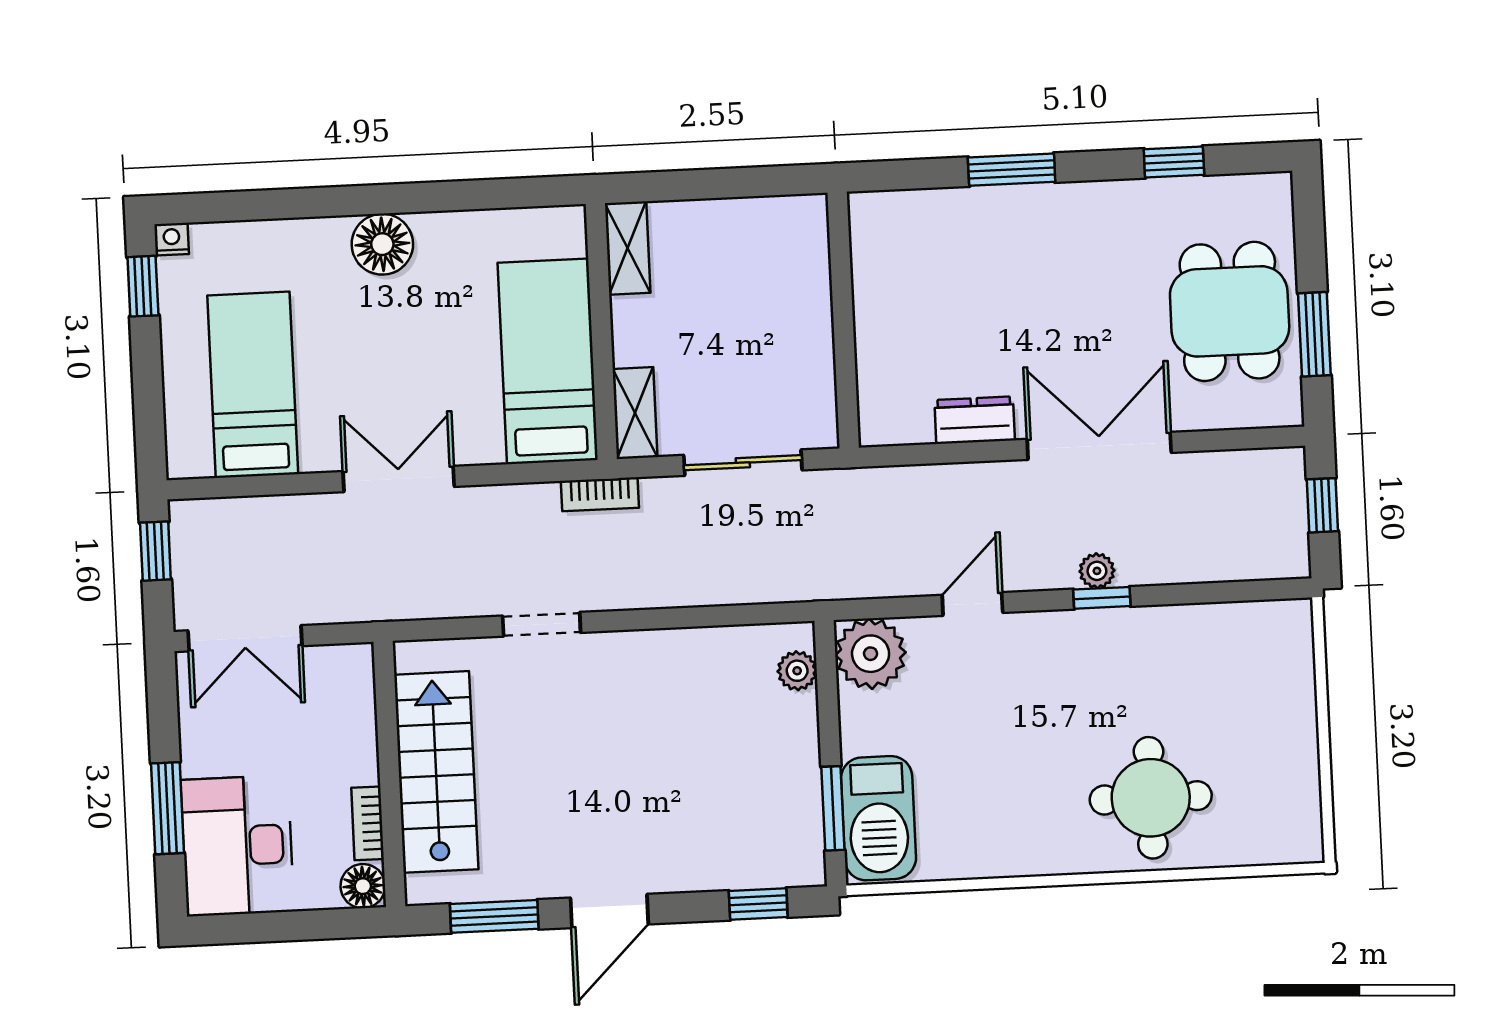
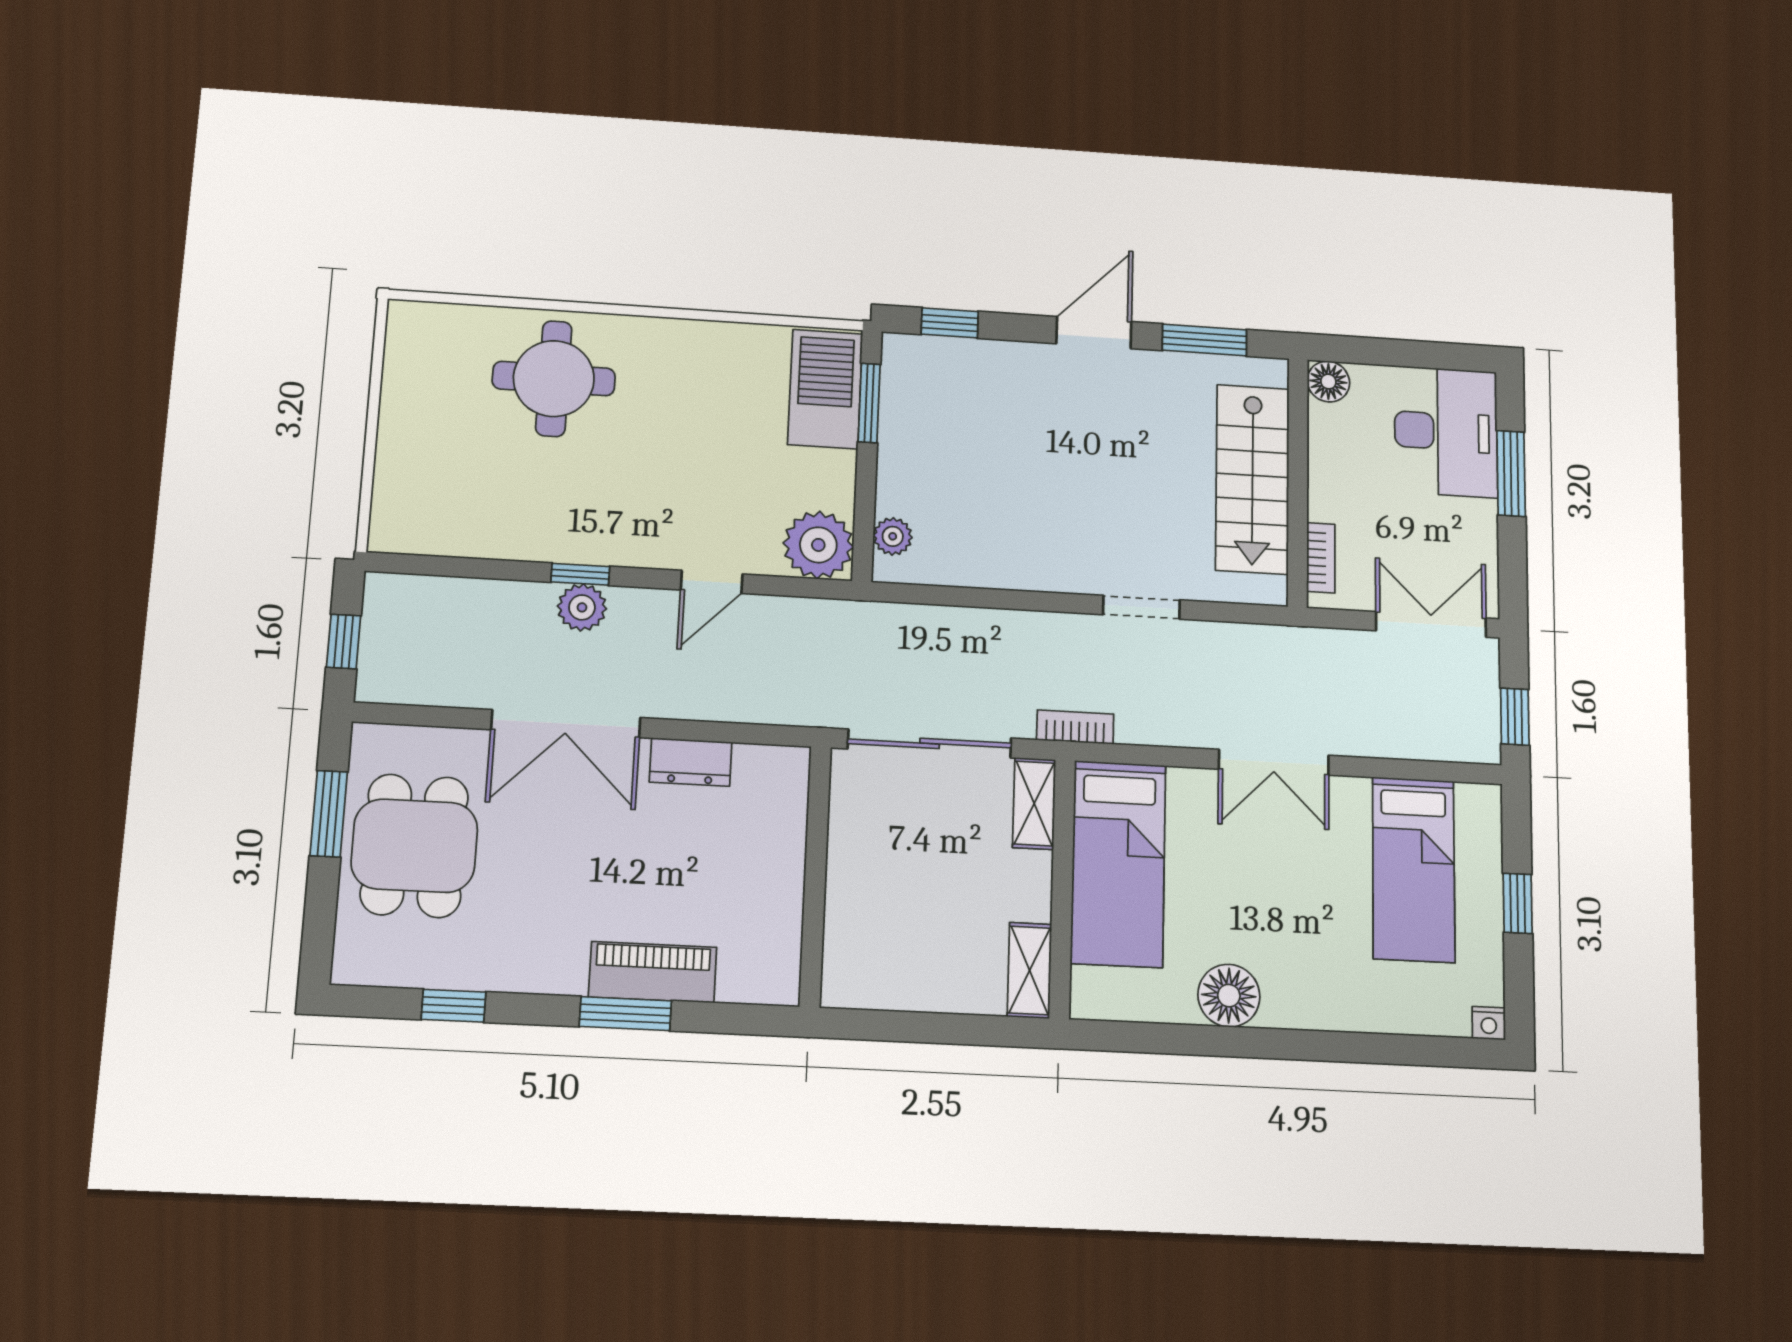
piano: (990, 212) -> (653, 972), added
floor lamp: (382, 244) -> (1229, 996), moved
window: (143, 286) -> (1518, 903), moved
sliding door: (743, 463) -> (930, 743), width x1.37
plant: (1097, 571) -> (582, 607), width x1.38, depth x1.38
bookcase: (368, 823) -> (1321, 558), moved

